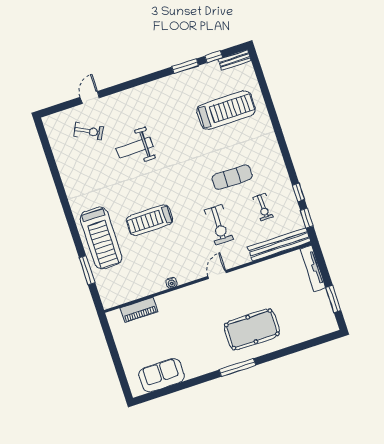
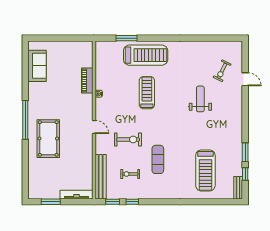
exercise bike: (219, 225) -> (128, 140), turned 180
treadmill: (101, 238) -> (146, 55), turned 180
piano: (139, 310) -> (87, 80), moved
window: (237, 367) -> (25, 120), width x1.46

